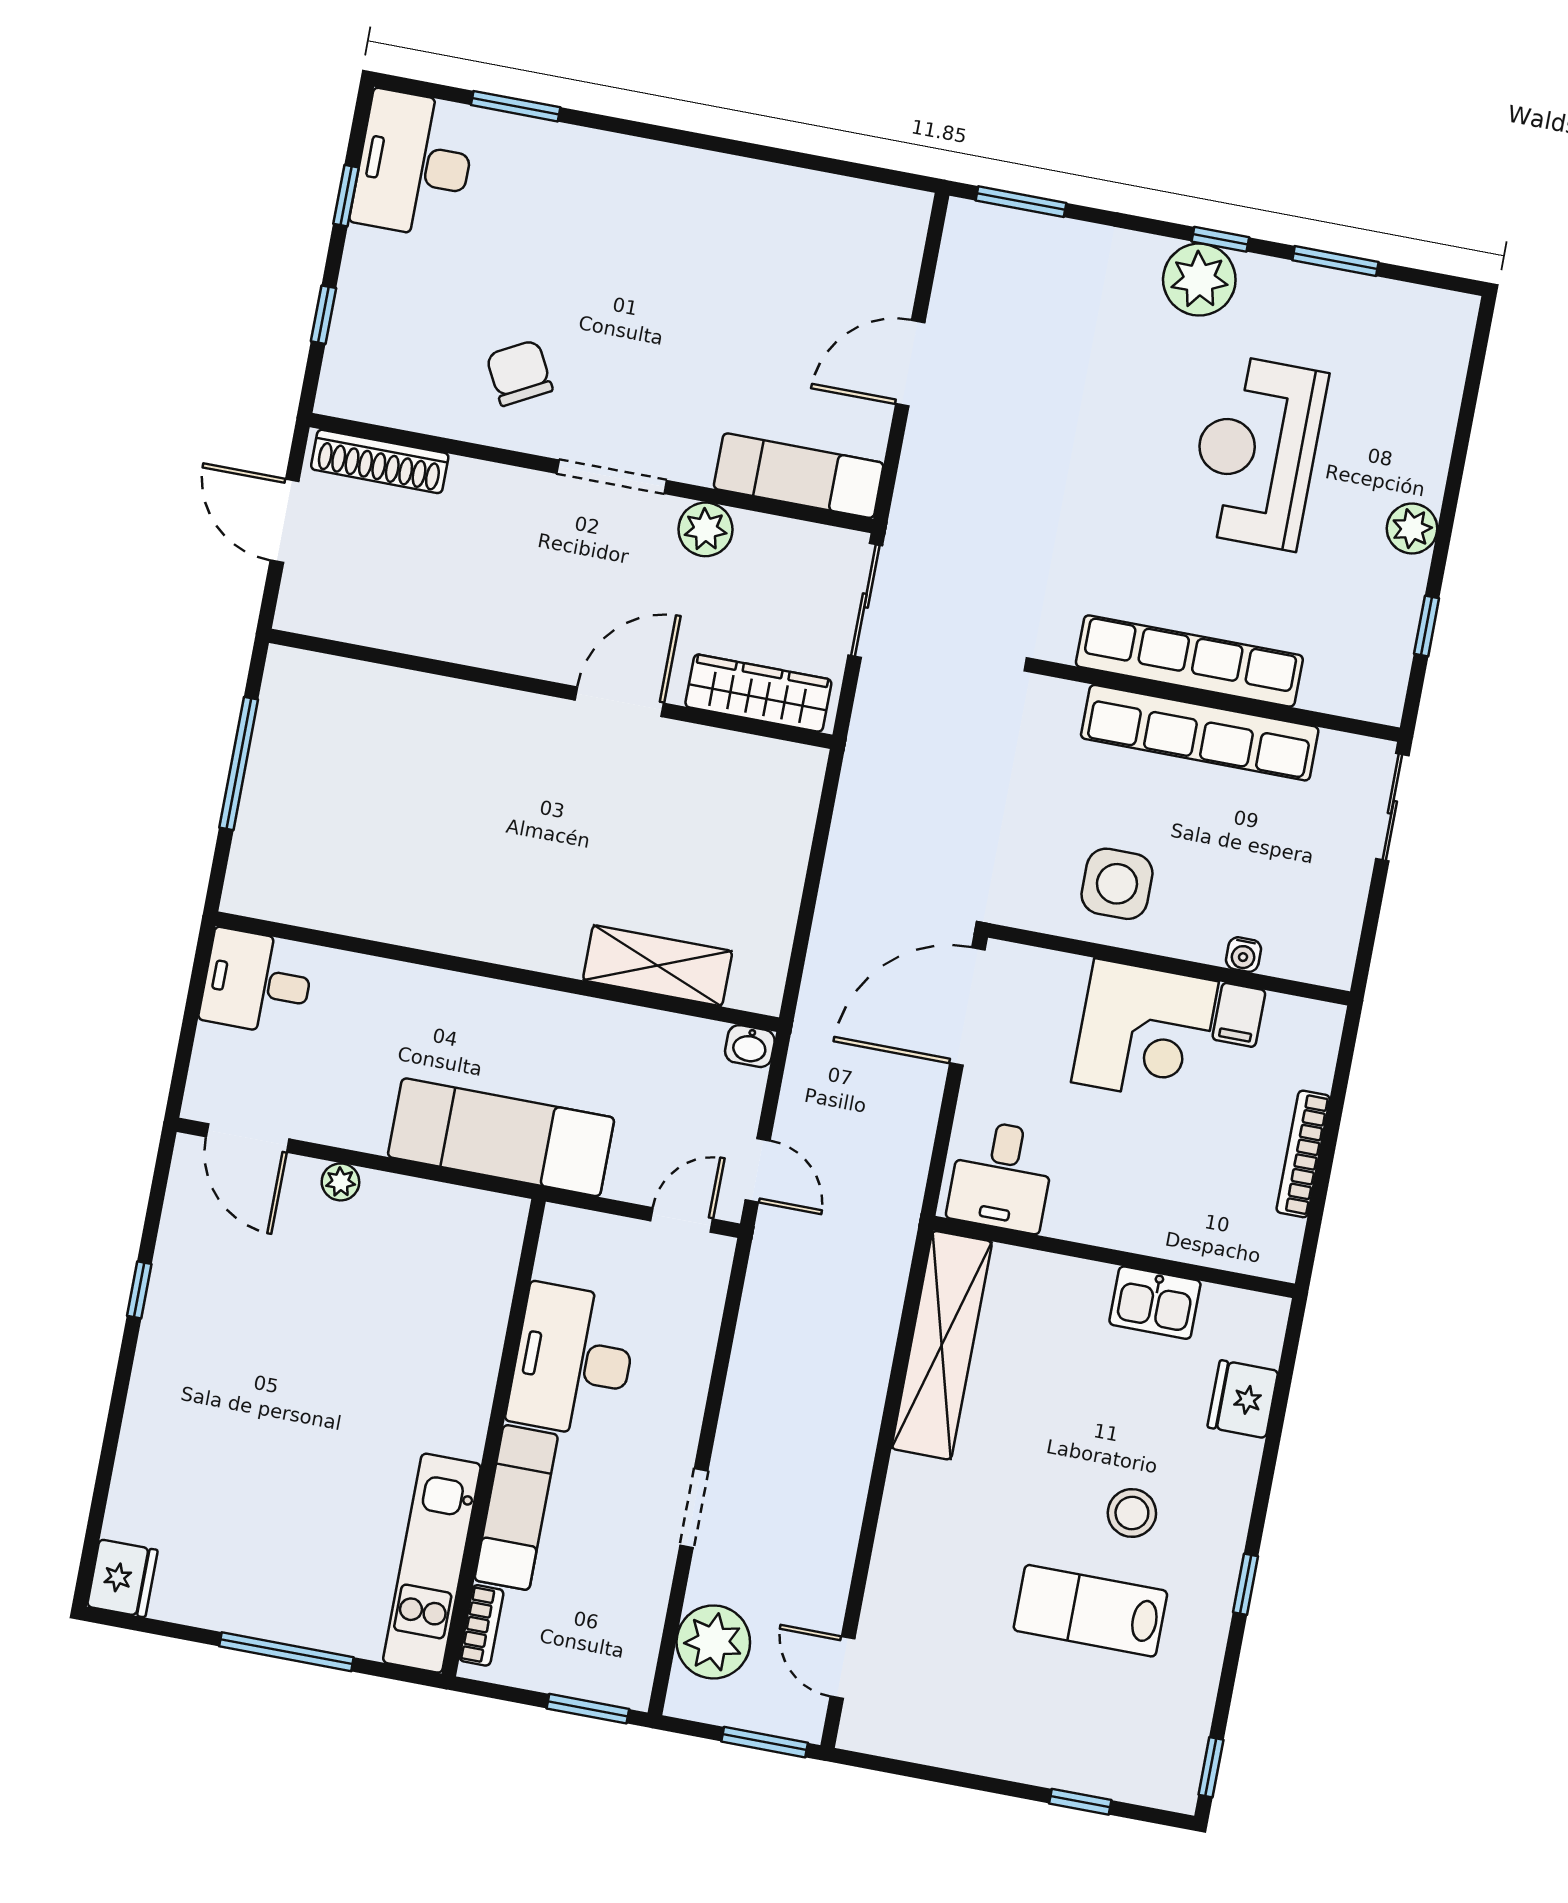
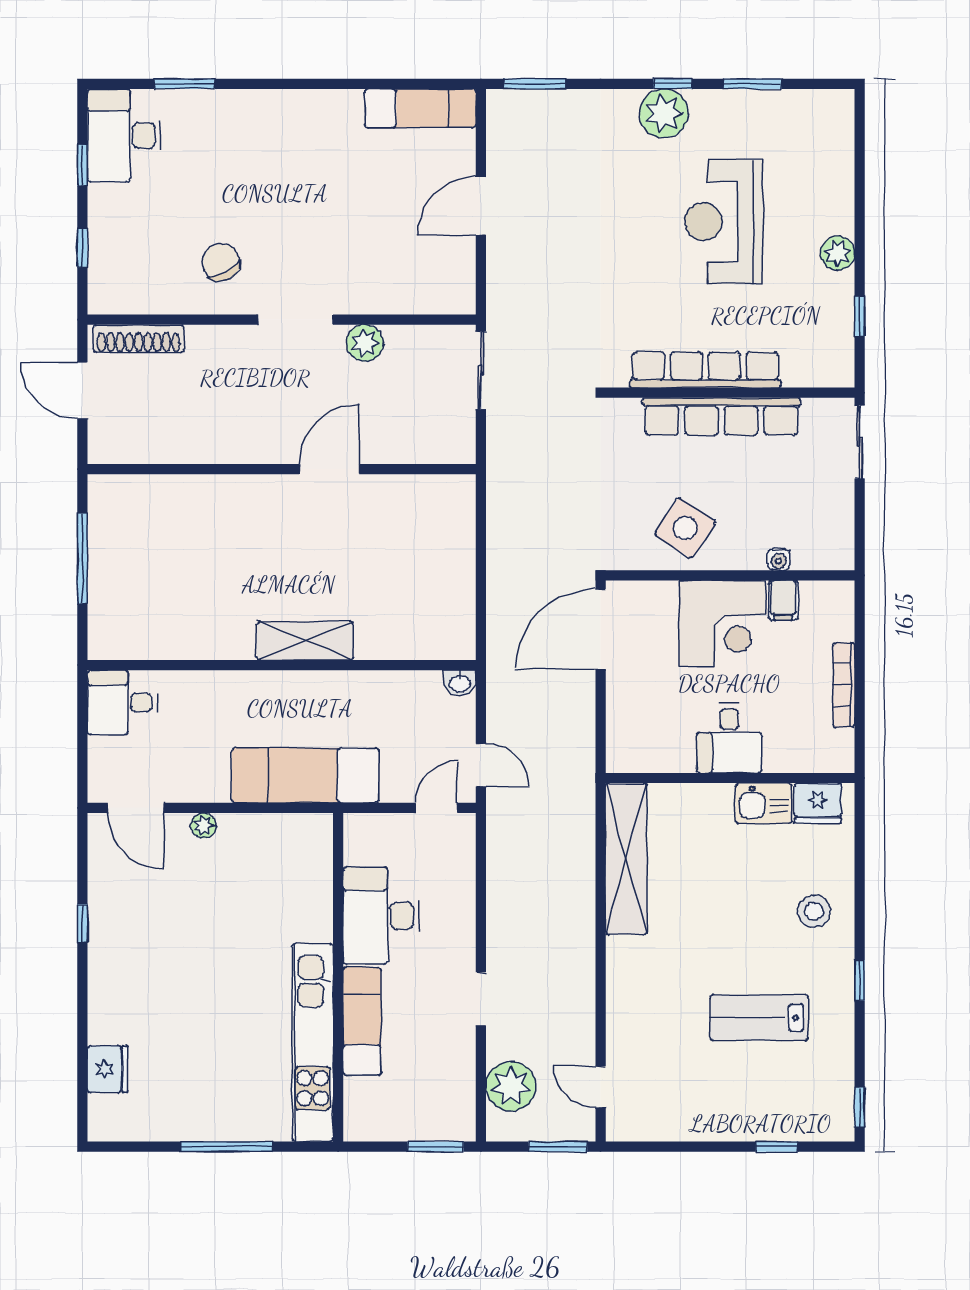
exam couch: (799, 476) -> (420, 108), moved, turned 180
wardrobe: (758, 693) -> (421, 446), removed
side table: (1117, 884) -> (685, 528), turned 33
shelving: (658, 966) -> (305, 641), moved
desk: (1001, 1176) -> (729, 738), moved
fridge: (1243, 1399) -> (818, 803), moved, turned -90
stool: (1132, 1513) -> (814, 911), moved
kitchen unit: (432, 1563) -> (313, 1043), width x1.36
fridge: (122, 1578) -> (108, 1069), moved
bookcase: (481, 1625) -> (354, 1104), removed

